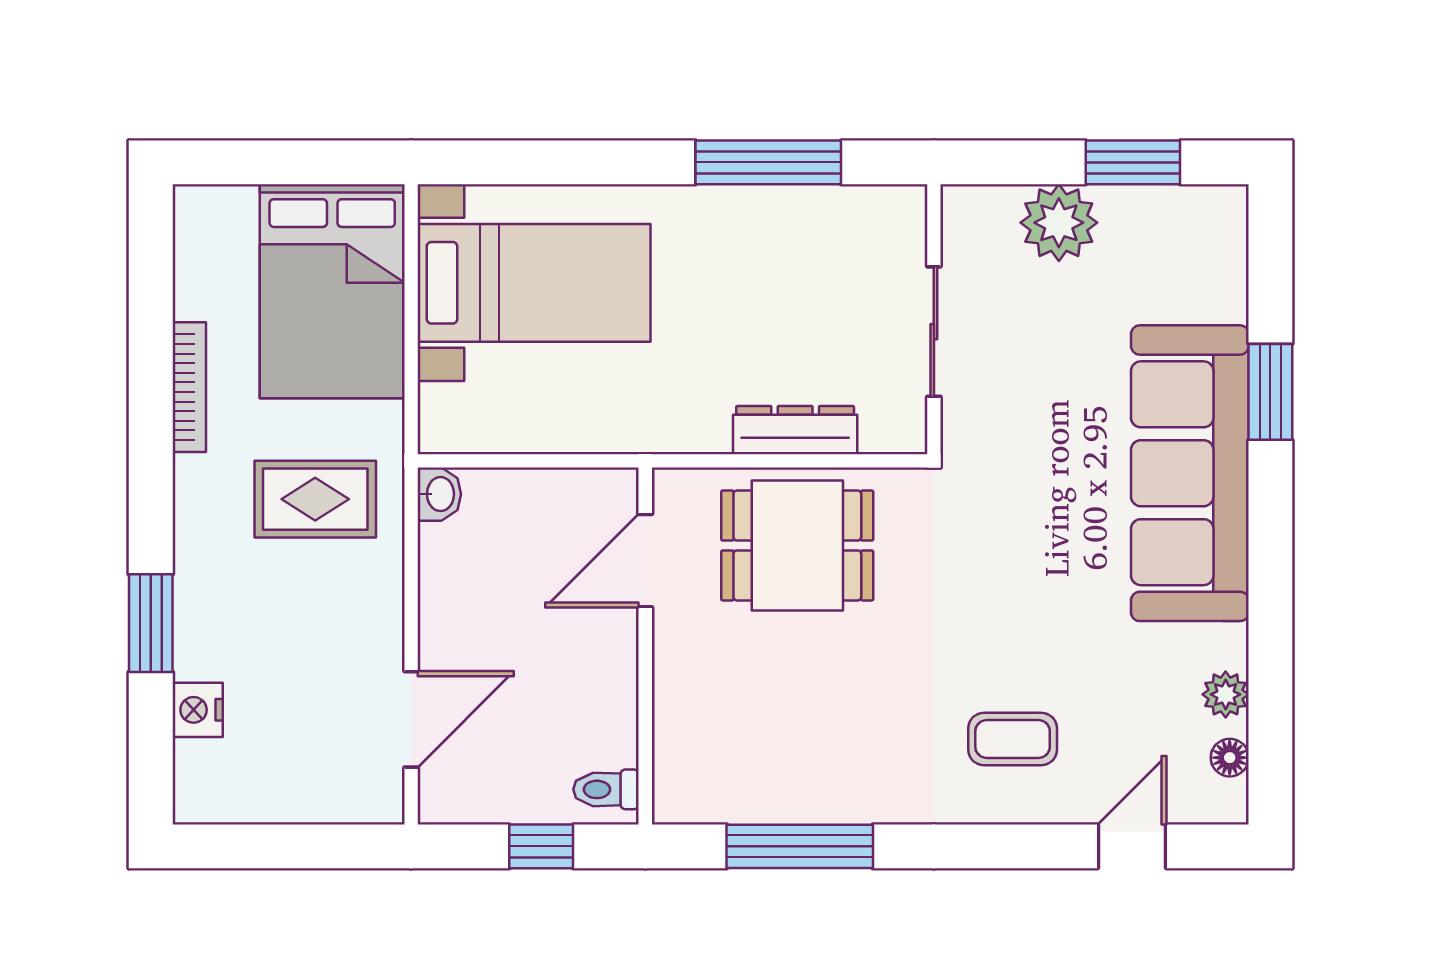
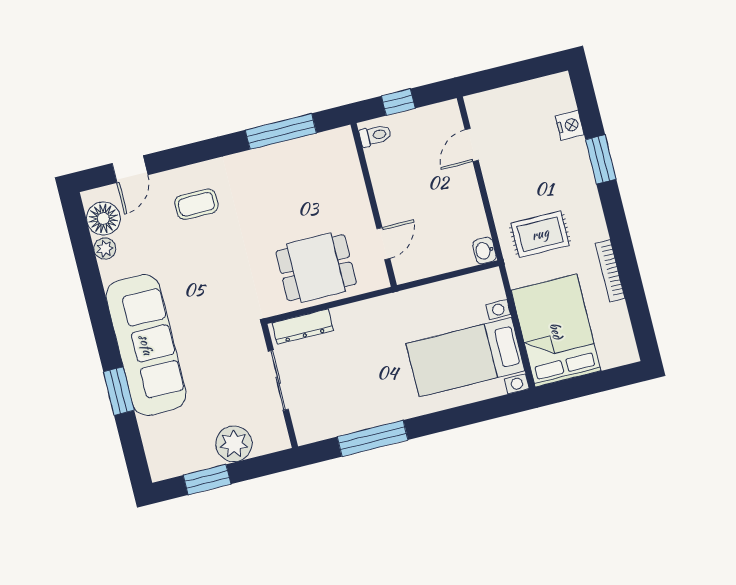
dresser: (795, 430) -> (303, 327), moved
door: (645, 561) -> (383, 244), width x0.73
door: (411, 719) -> (472, 145), width x0.73
floor lamp: (1230, 758) -> (103, 218), width x1.89, depth x1.89

